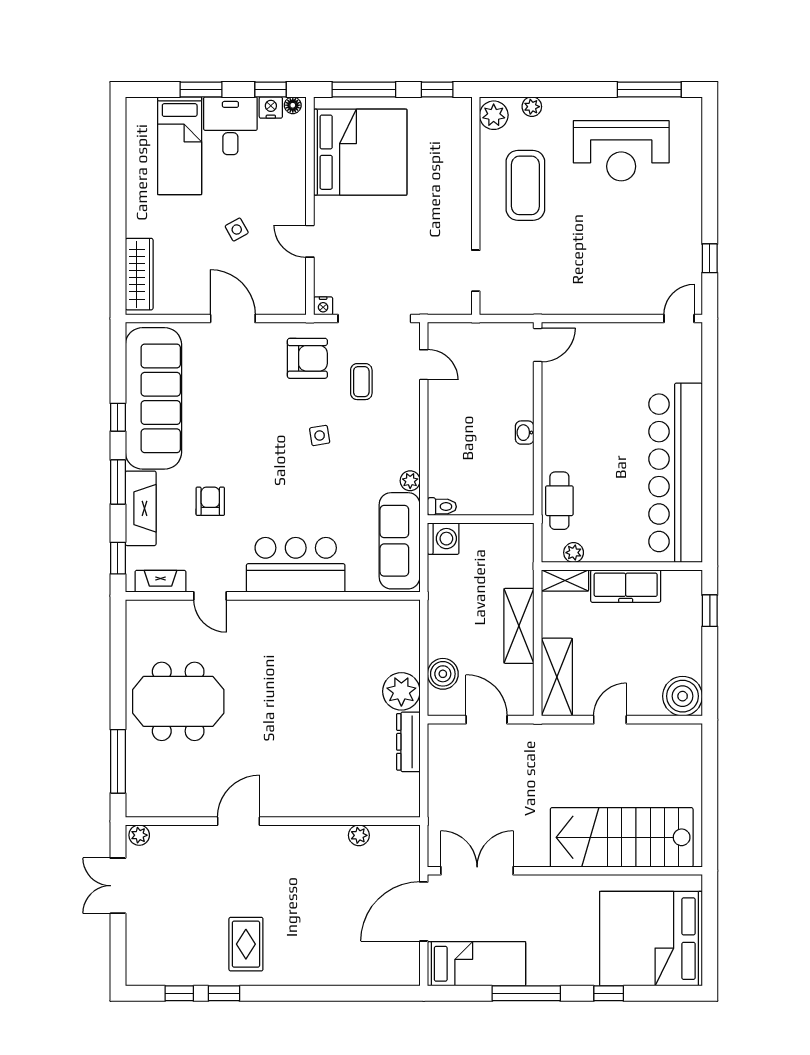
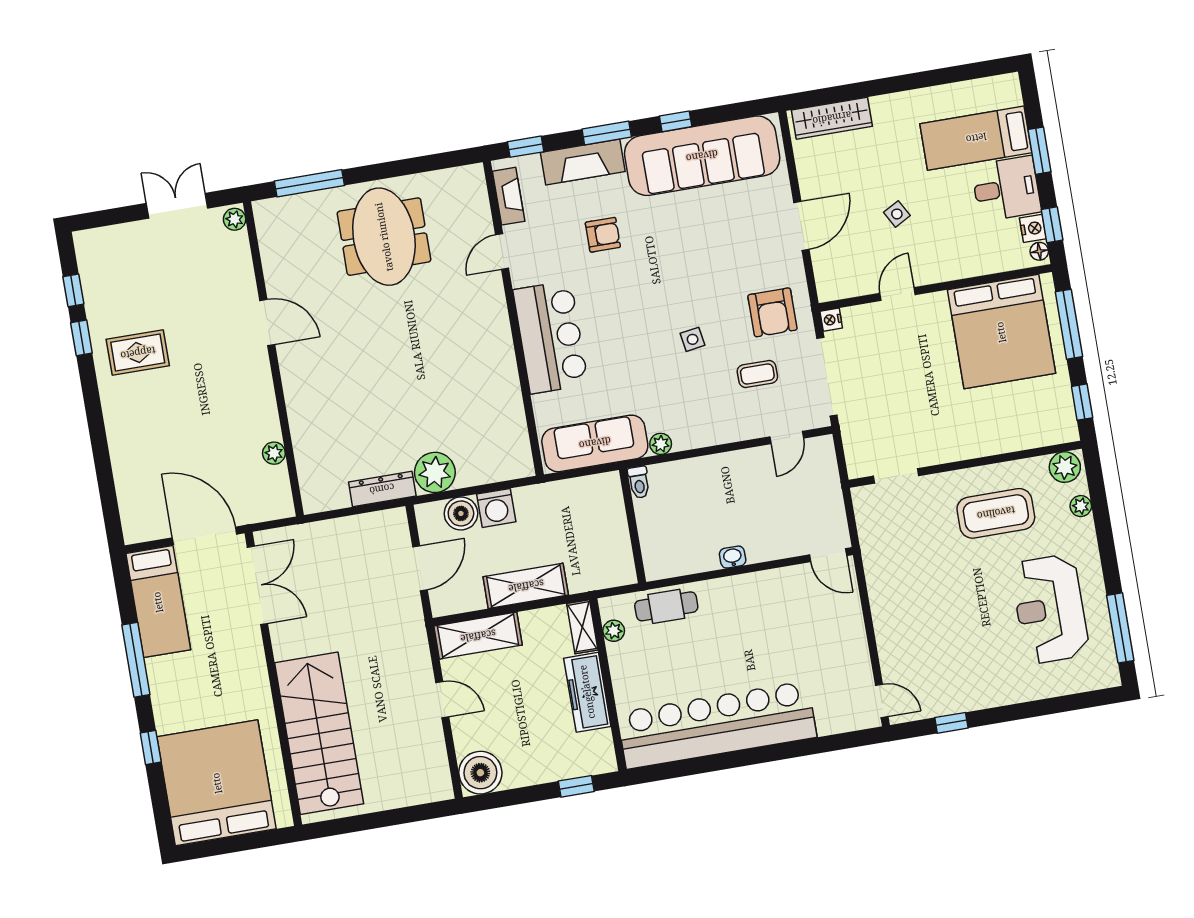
washing machine: (443, 539) -> (496, 508), moved

